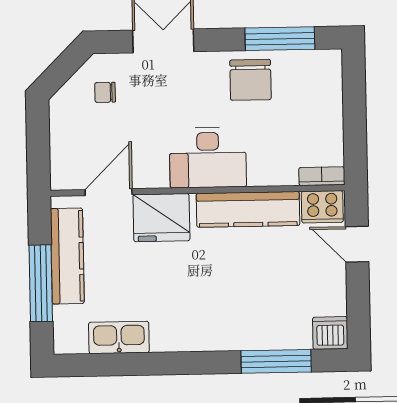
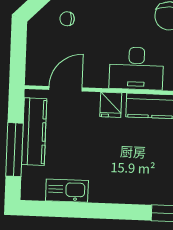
fridge: (161, 218) -> (111, 105), width x0.53, depth x0.75

